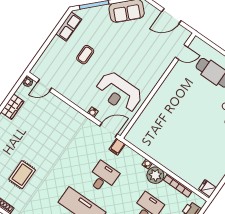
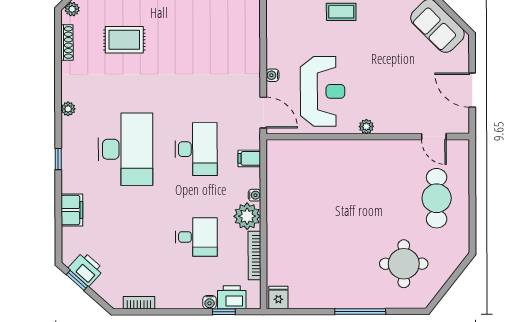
plant: (152, 83) -> (366, 127), added
reception desk: (119, 92) -> (323, 91), turned 180
filing cabinet: (117, 147) -> (249, 158), moved
desk: (103, 177) -> (196, 149), width x1.37

